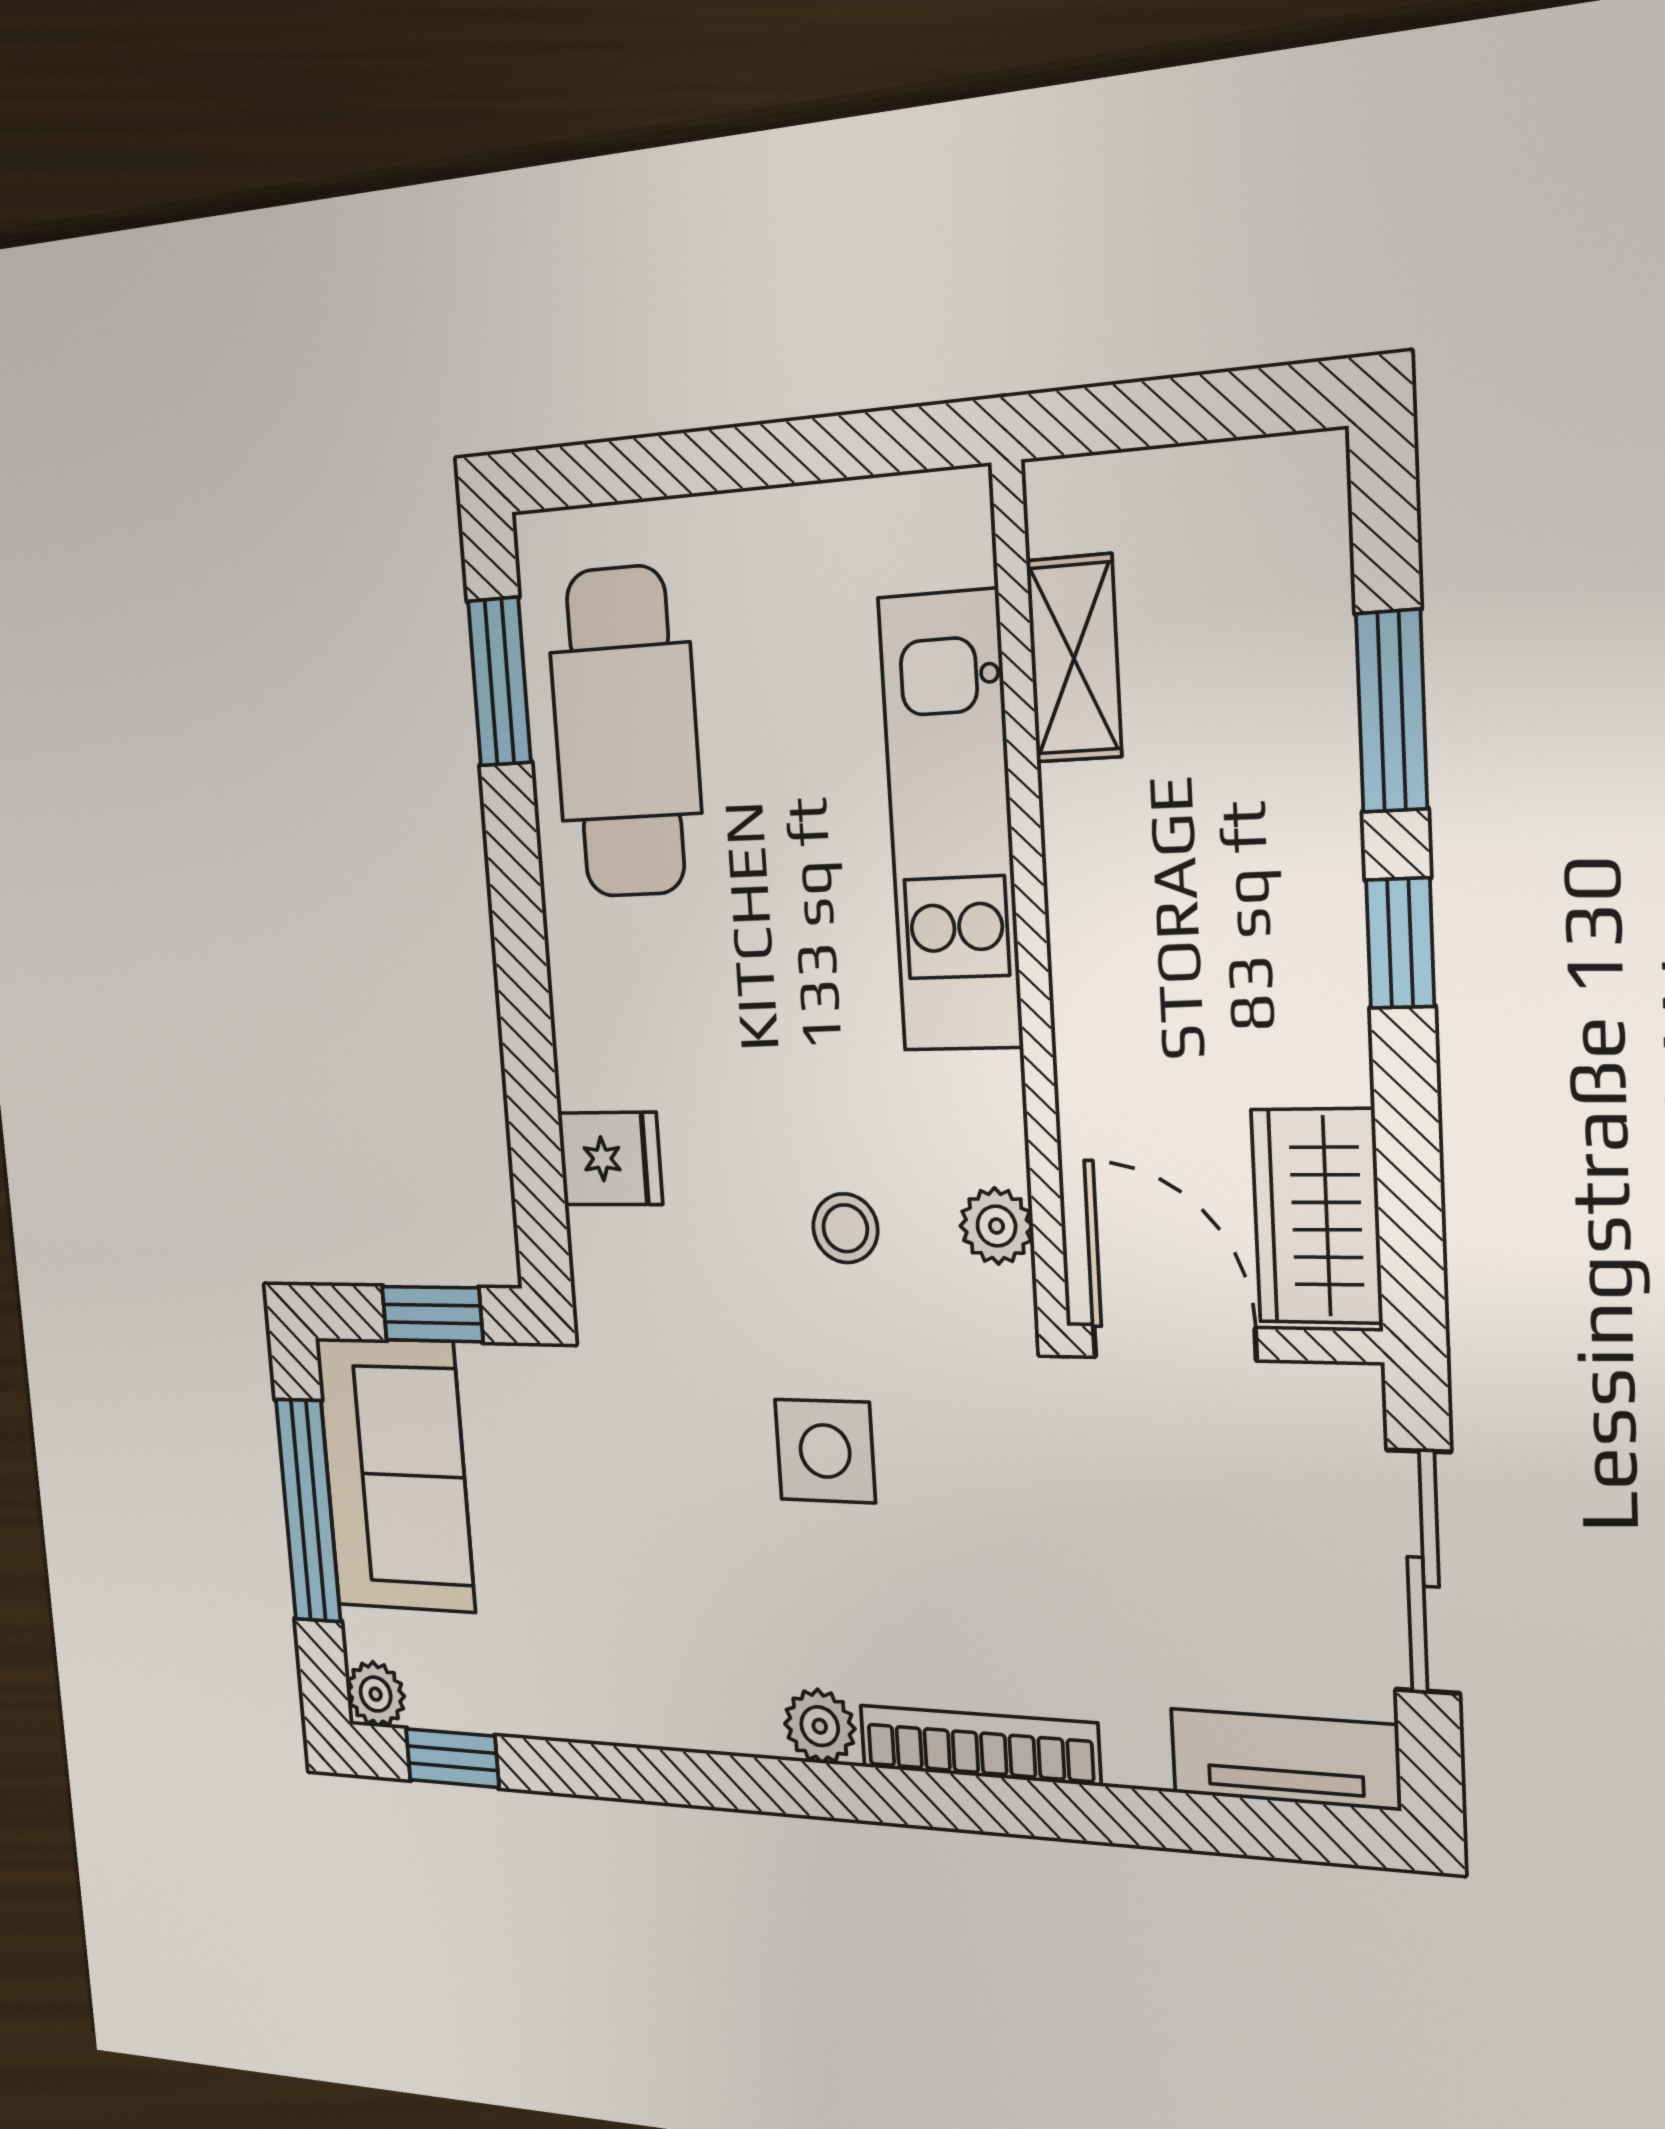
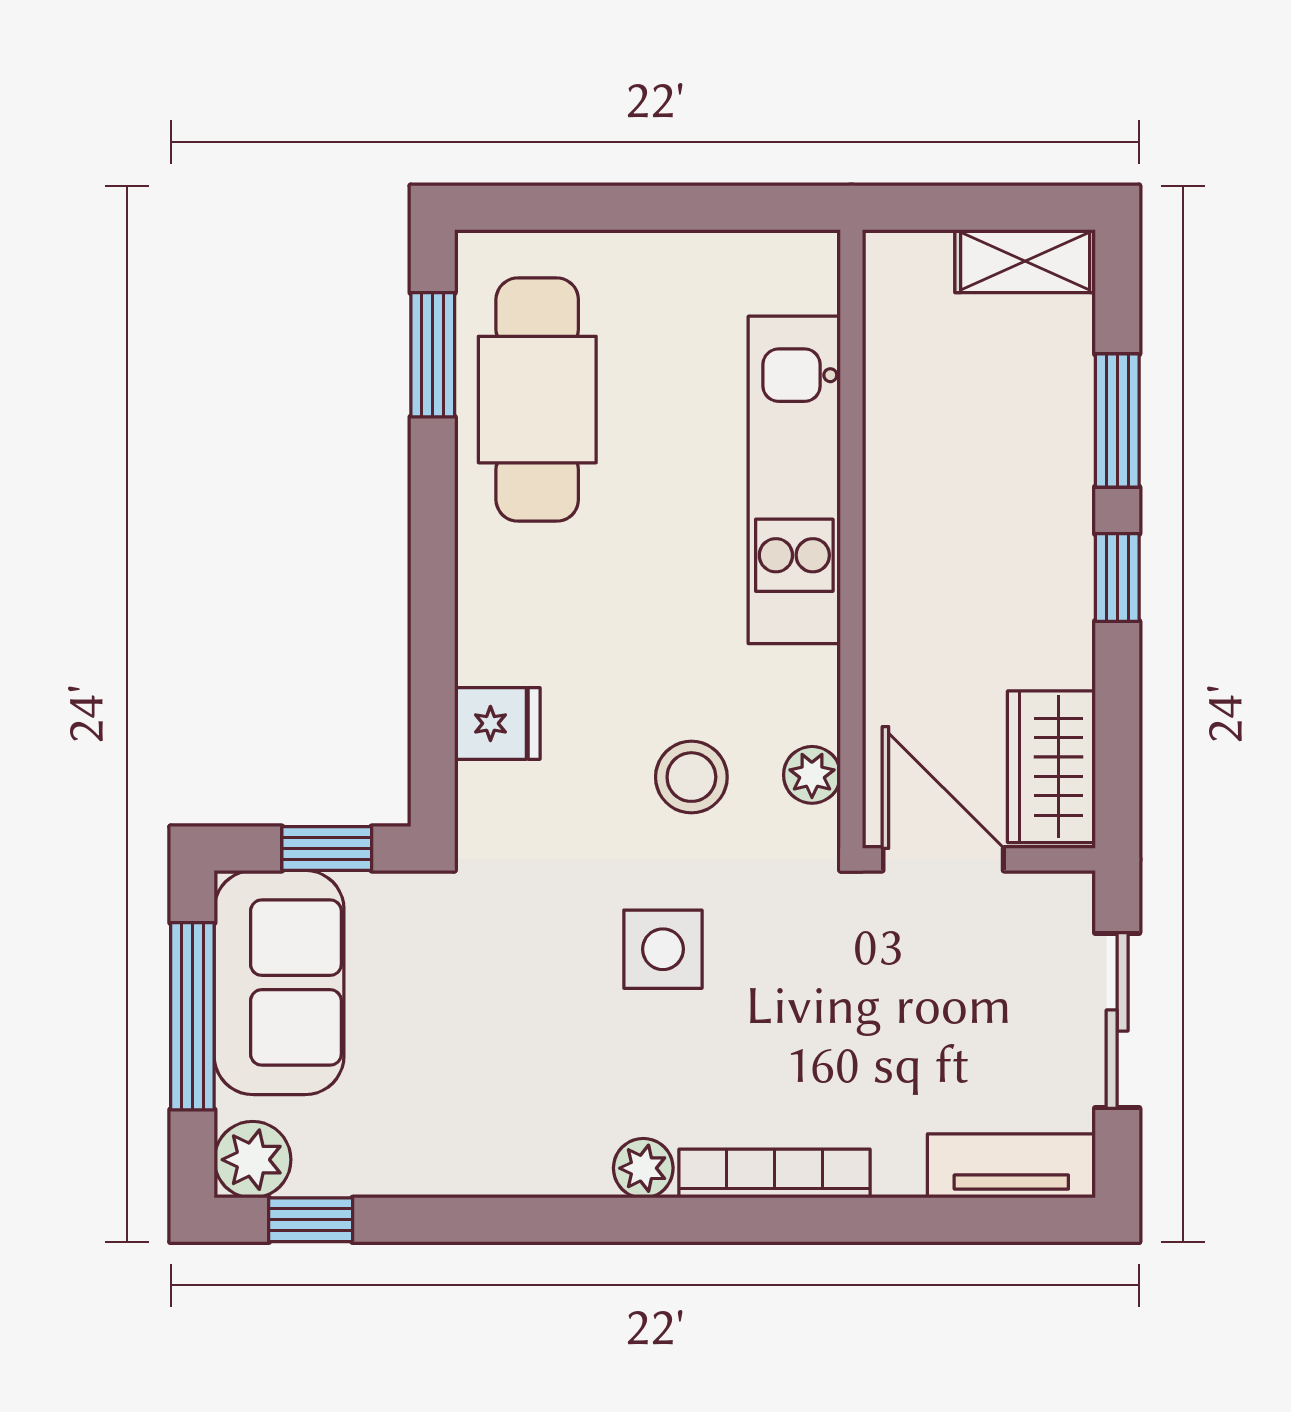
shelving: (1074, 659) -> (1025, 261), moved, turned 90
stool: (845, 1228) -> (691, 777), width x1.37, depth x1.37
plant: (376, 1694) -> (253, 1160), width x1.38, depth x1.38

